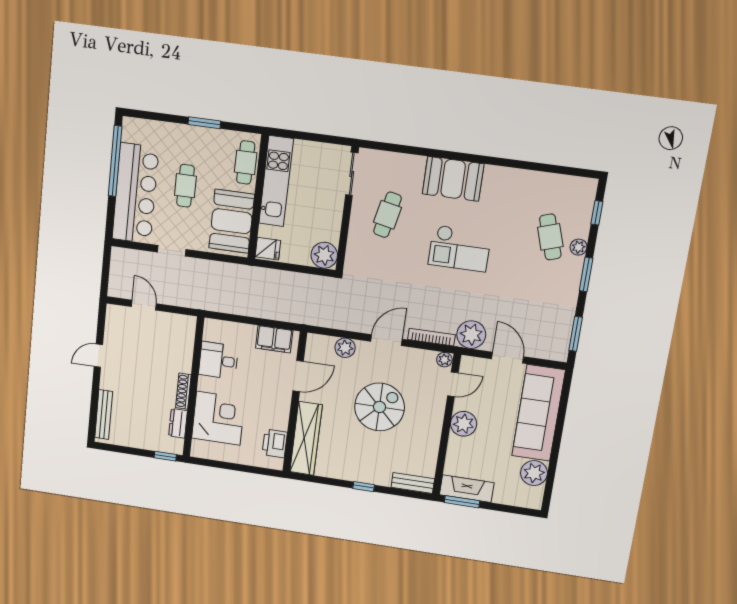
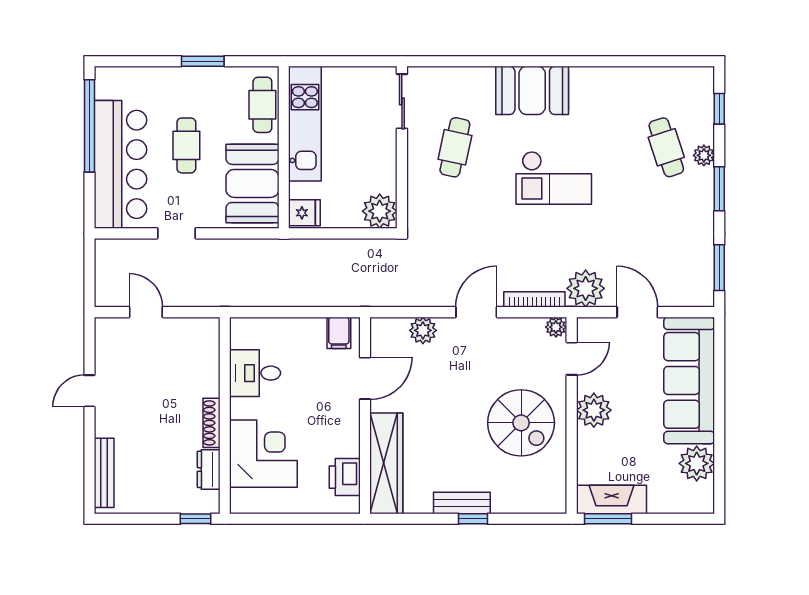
filing cabinet: (274, 339) -> (339, 333), width x0.50
spiral stairs: (379, 407) -> (521, 423), moved, turned 90
bench: (413, 483) -> (462, 503), moved

